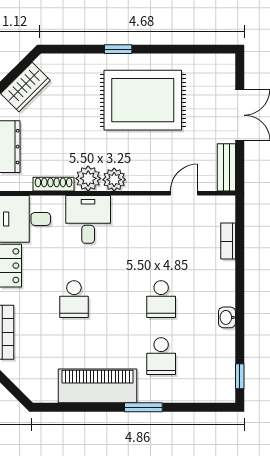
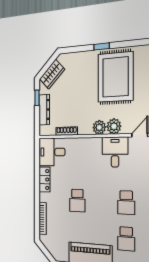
rug: (143, 100) -> (115, 77), turned 90
plant: (88, 178) -> (114, 126), moved
desk: (88, 219) -> (115, 152), moved

